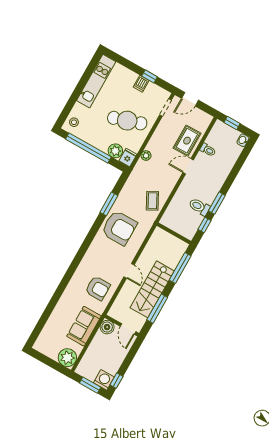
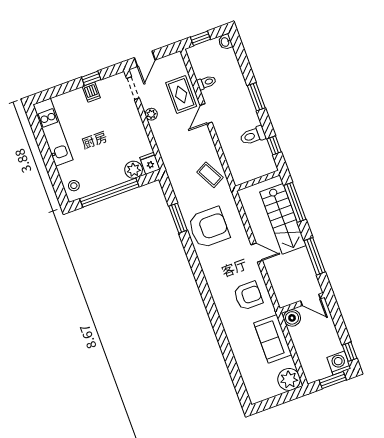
cafe table: (127, 121) -> (115, 135), removed
plant: (146, 156) -> (151, 114), moved
window: (217, 203) -> (256, 97), moved
stairs: (152, 289) -> (283, 219), moved

